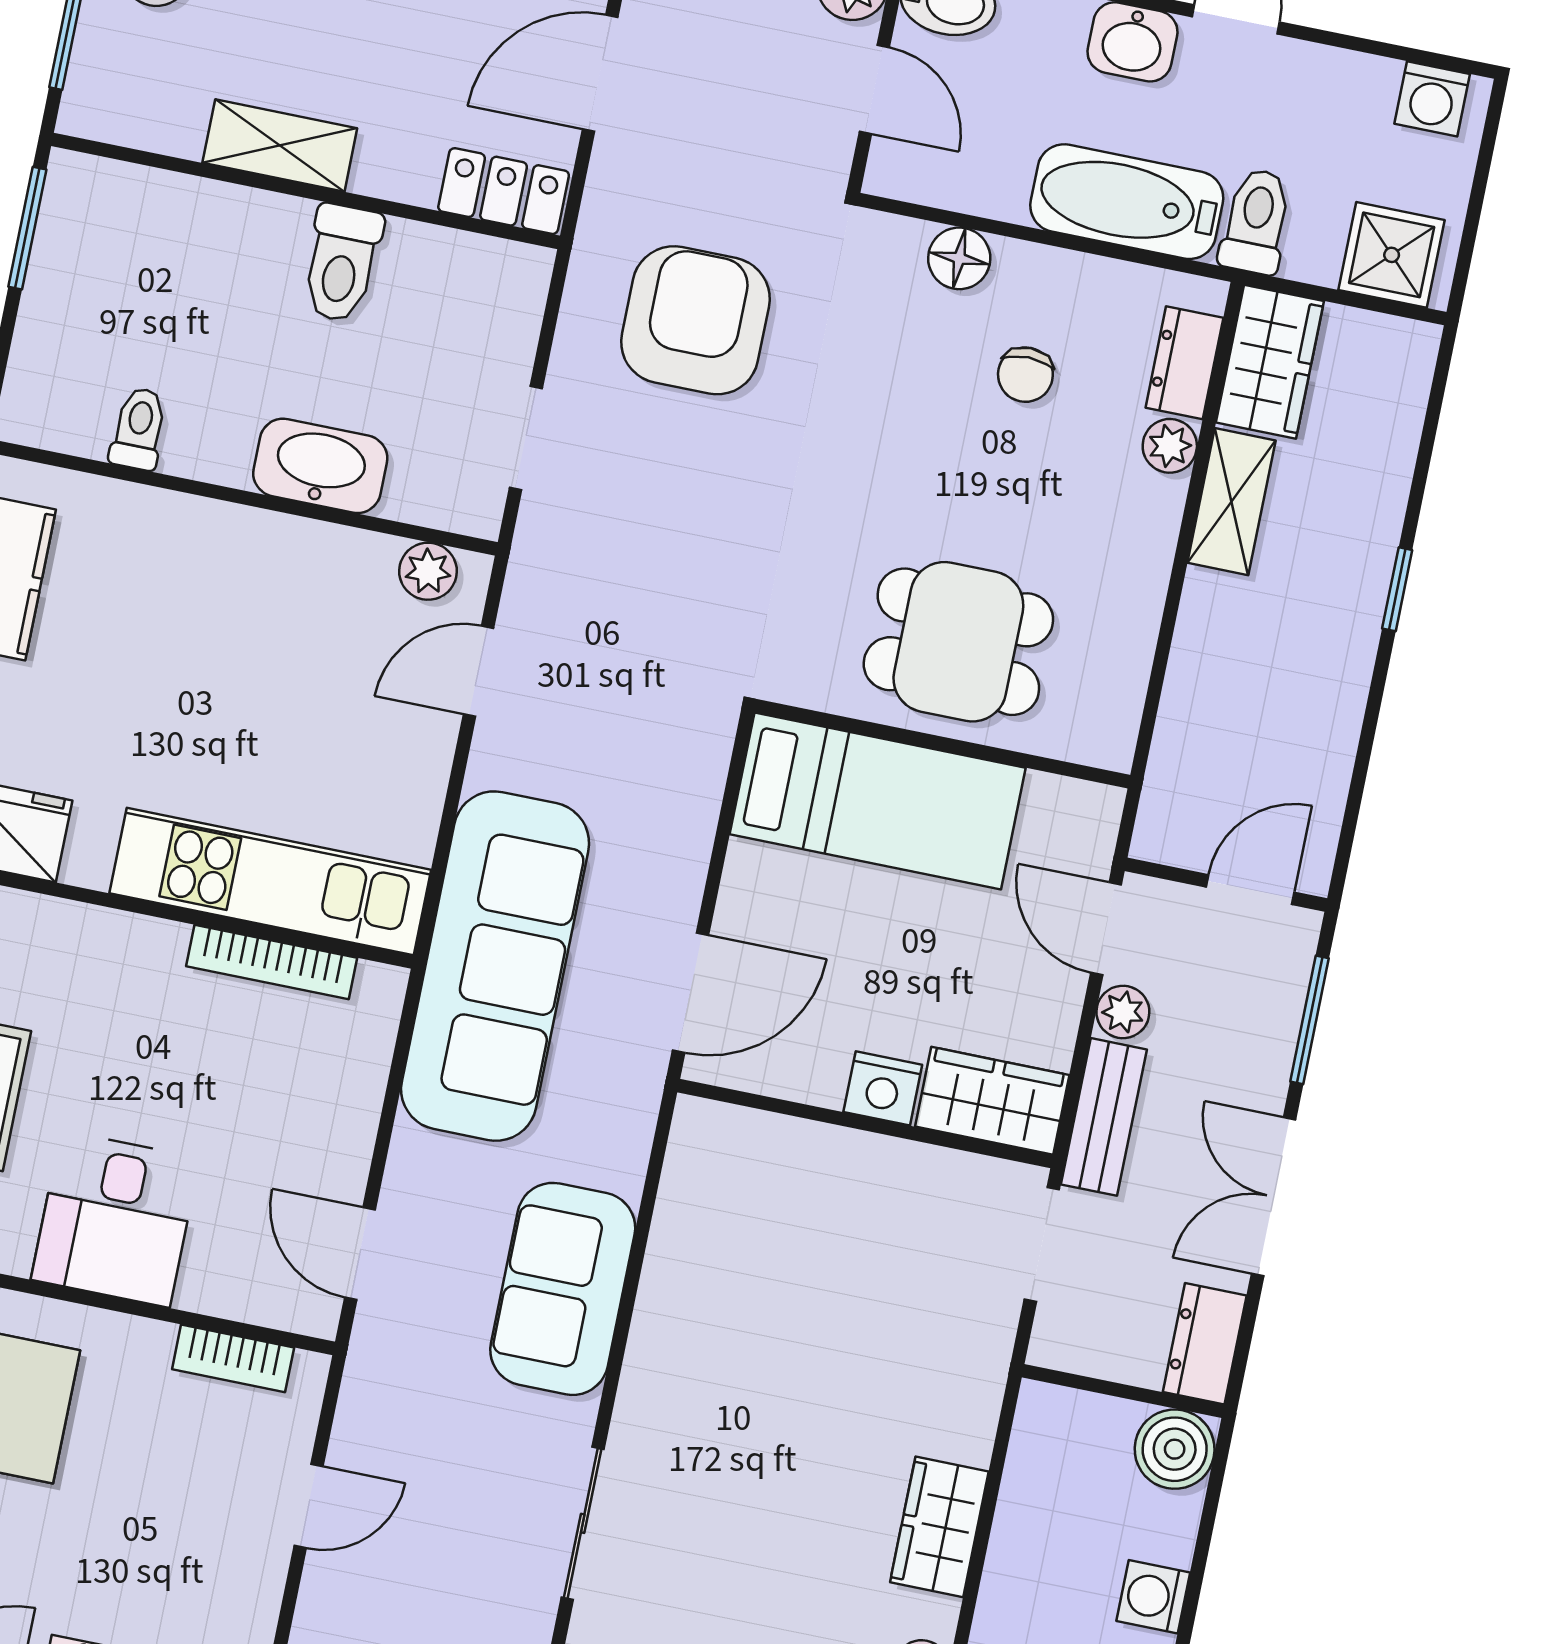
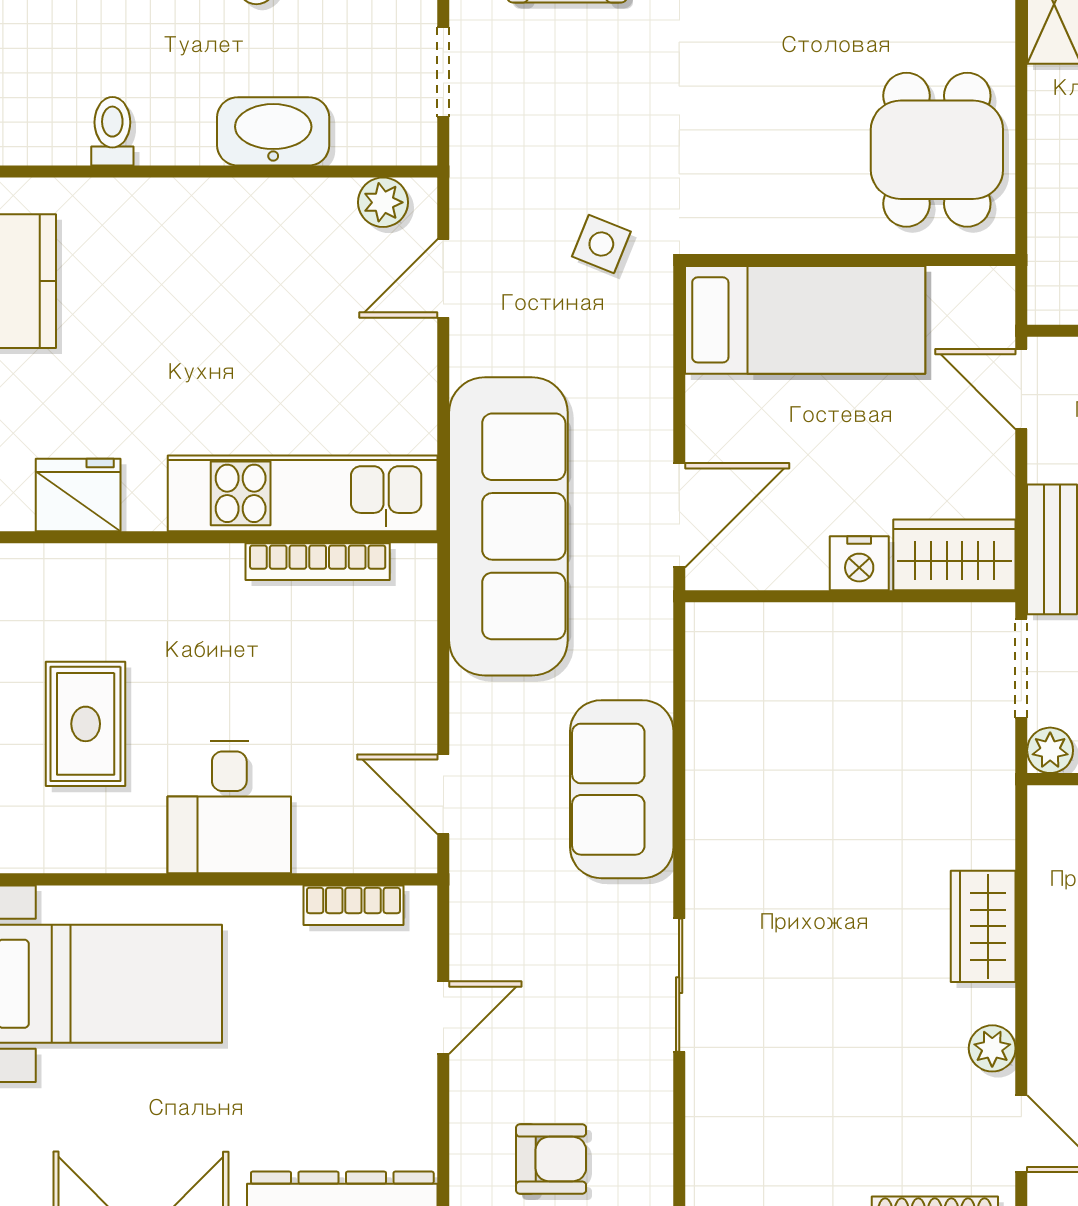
dining table: (958, 642) -> (937, 150), moved, turned 90
side table: (665, 668) -> (601, 244), added
plant: (1123, 1012) -> (1050, 750), moved

